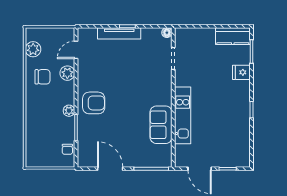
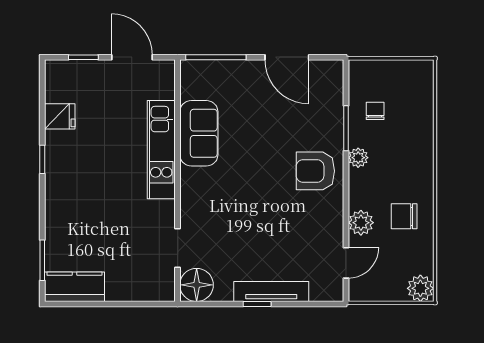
floor lamp: (167, 33) -> (197, 285), width x1.89, depth x1.89
plant: (33, 49) -> (420, 288), moved
fridge: (241, 72) -> (60, 116), moved
chair: (67, 149) -> (375, 111), moved

